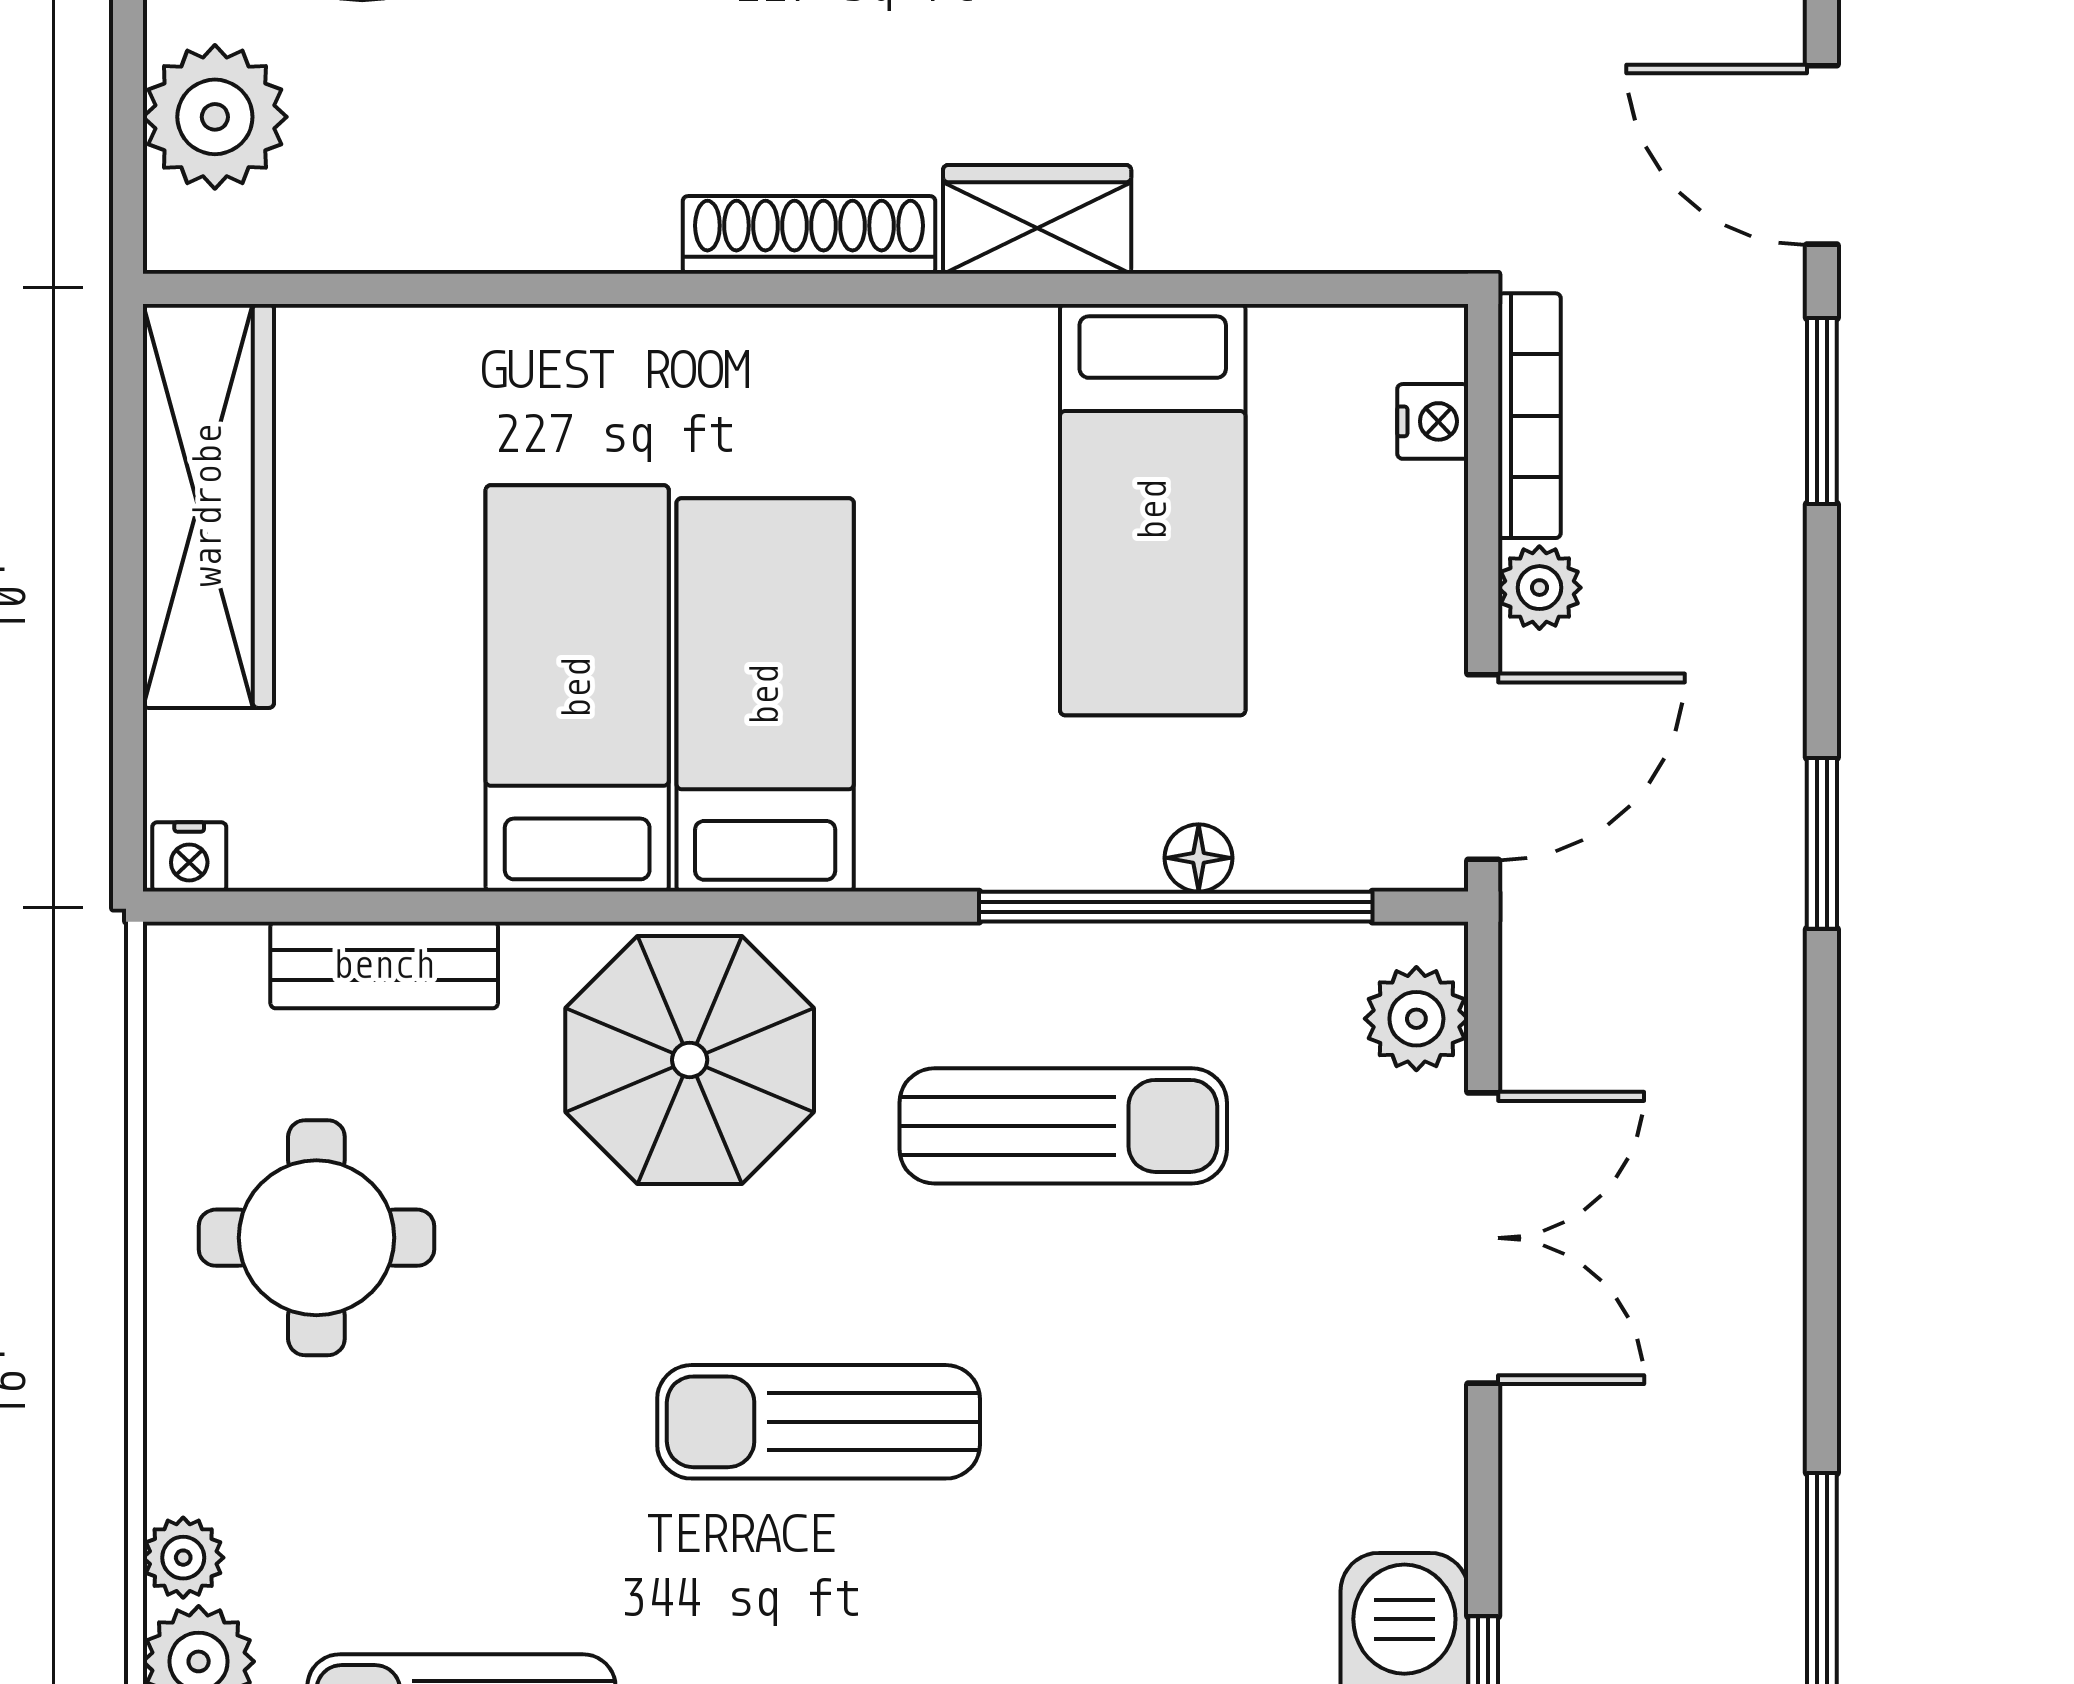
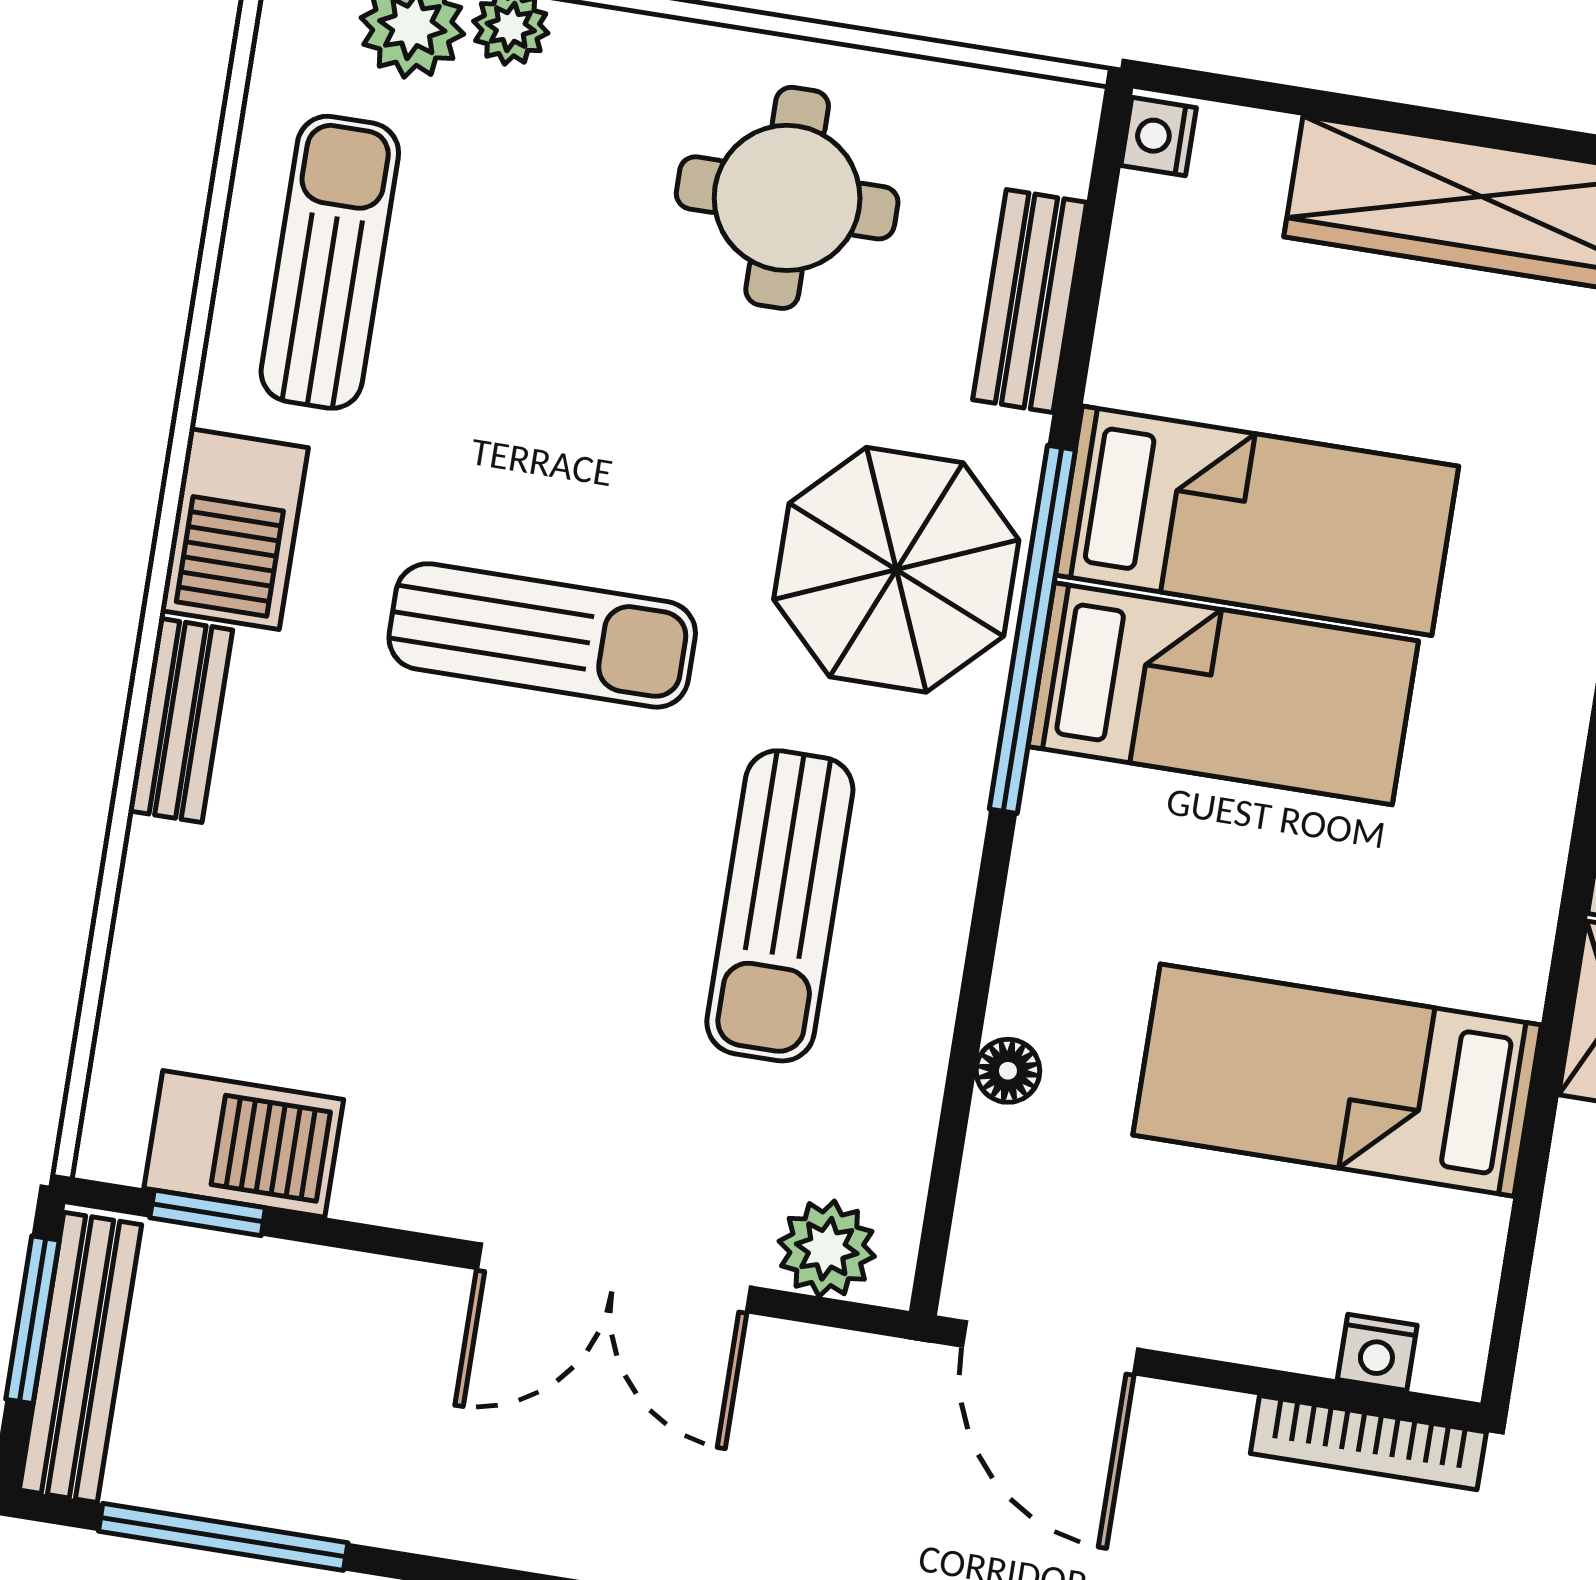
plant: (1539, 588) -> (1208, 1427), removed
window: (1176, 907) -> (1032, 629), moved
sun lounger: (819, 1422) -> (542, 635), turned 90

